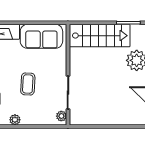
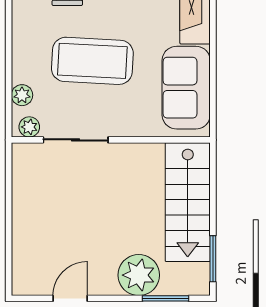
coffee table: (28, 84) -> (92, 61), width x1.86, depth x1.72
plant: (15, 120) -> (22, 95), moved

